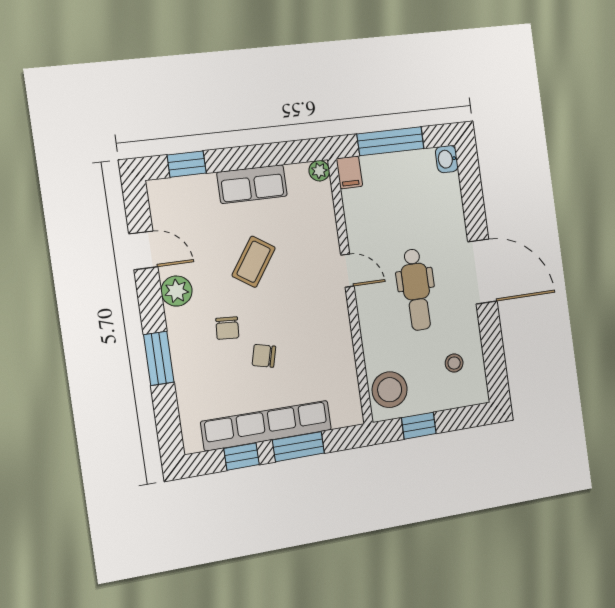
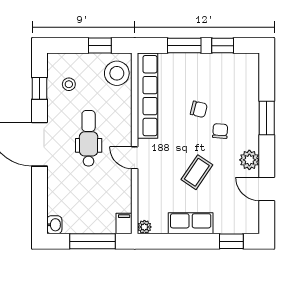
window: (493, 351) -> (40, 88), added
row of seats: (267, 426) -> (148, 96), moved, turned -90

